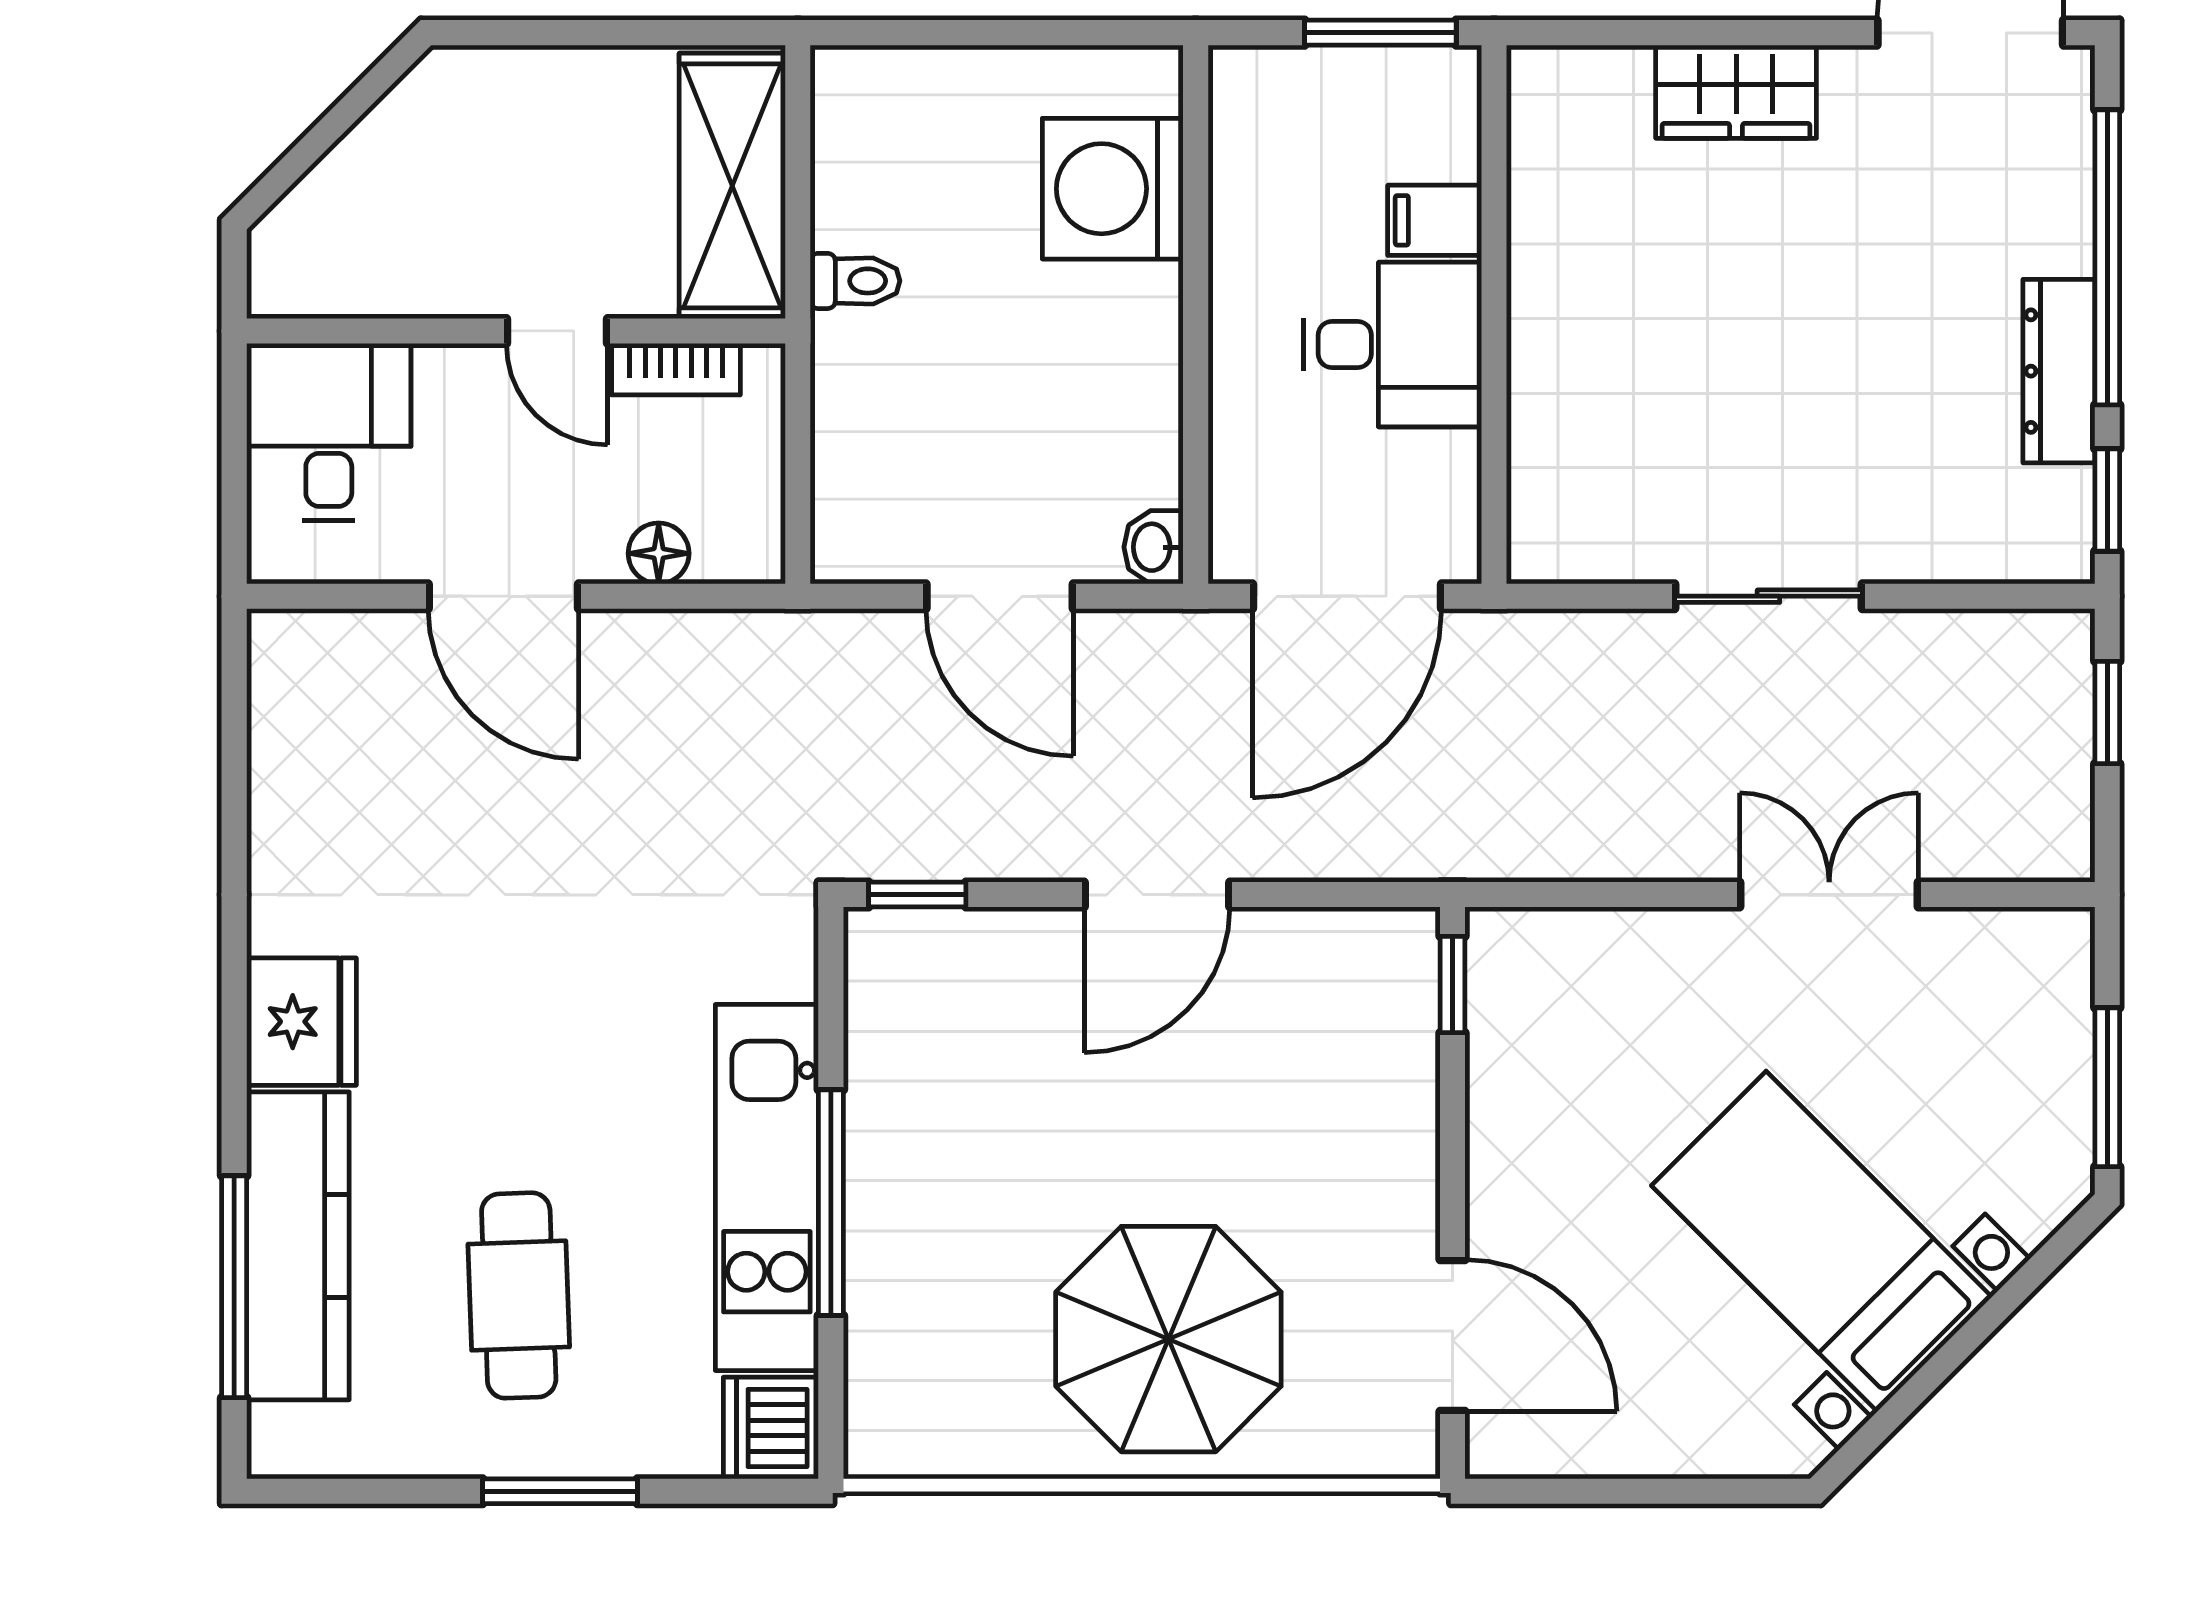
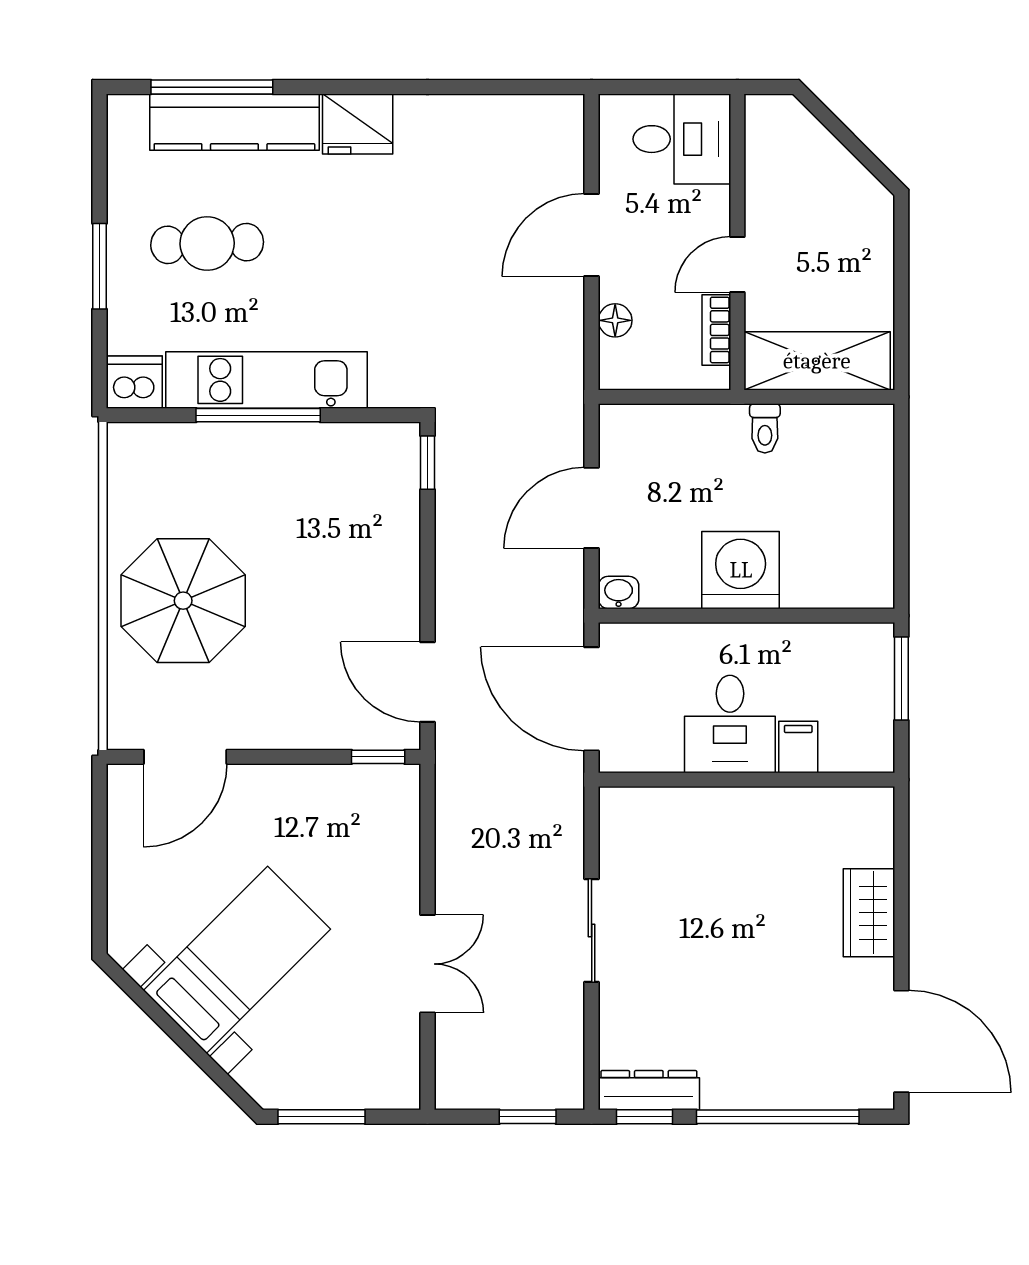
window: (1380, 33) -> (901, 678), moved
washing machine: (1113, 189) -> (741, 570), moved
dresser: (2059, 371) -> (649, 1090), moved
door: (1157, 895) -> (428, 682), moved

